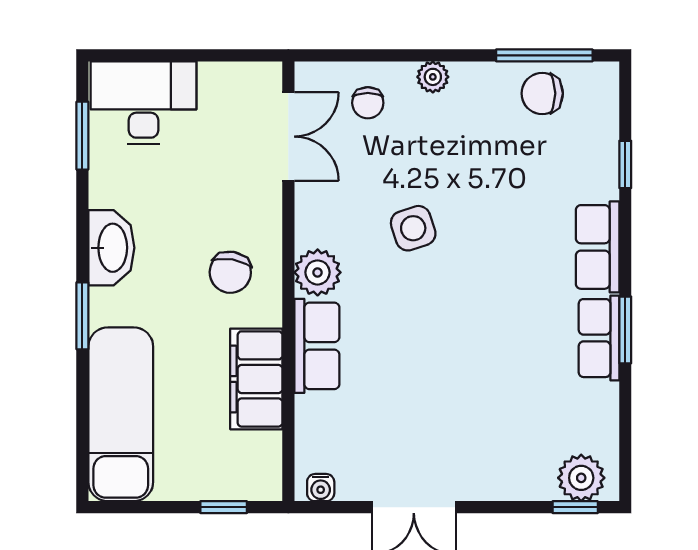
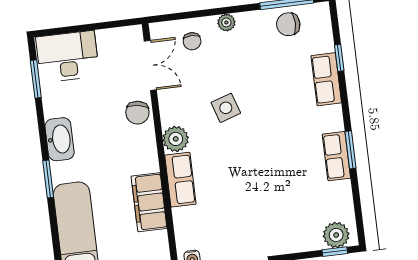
row of seats: (598, 247) -> (326, 79), moved
chair: (230, 272) -> (137, 113), moved

